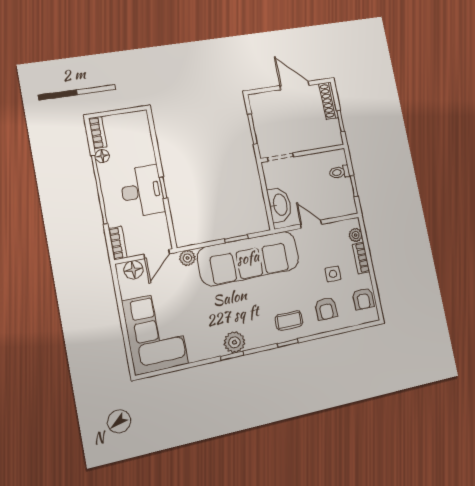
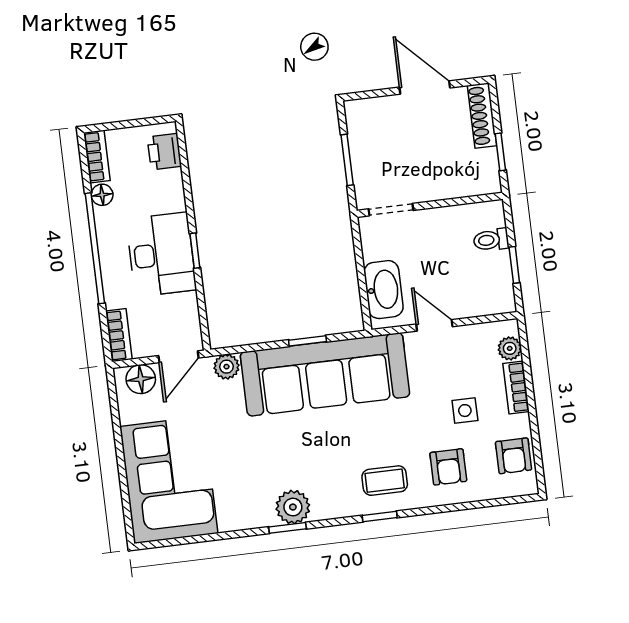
printer: (141, 128) -> (164, 152), added

